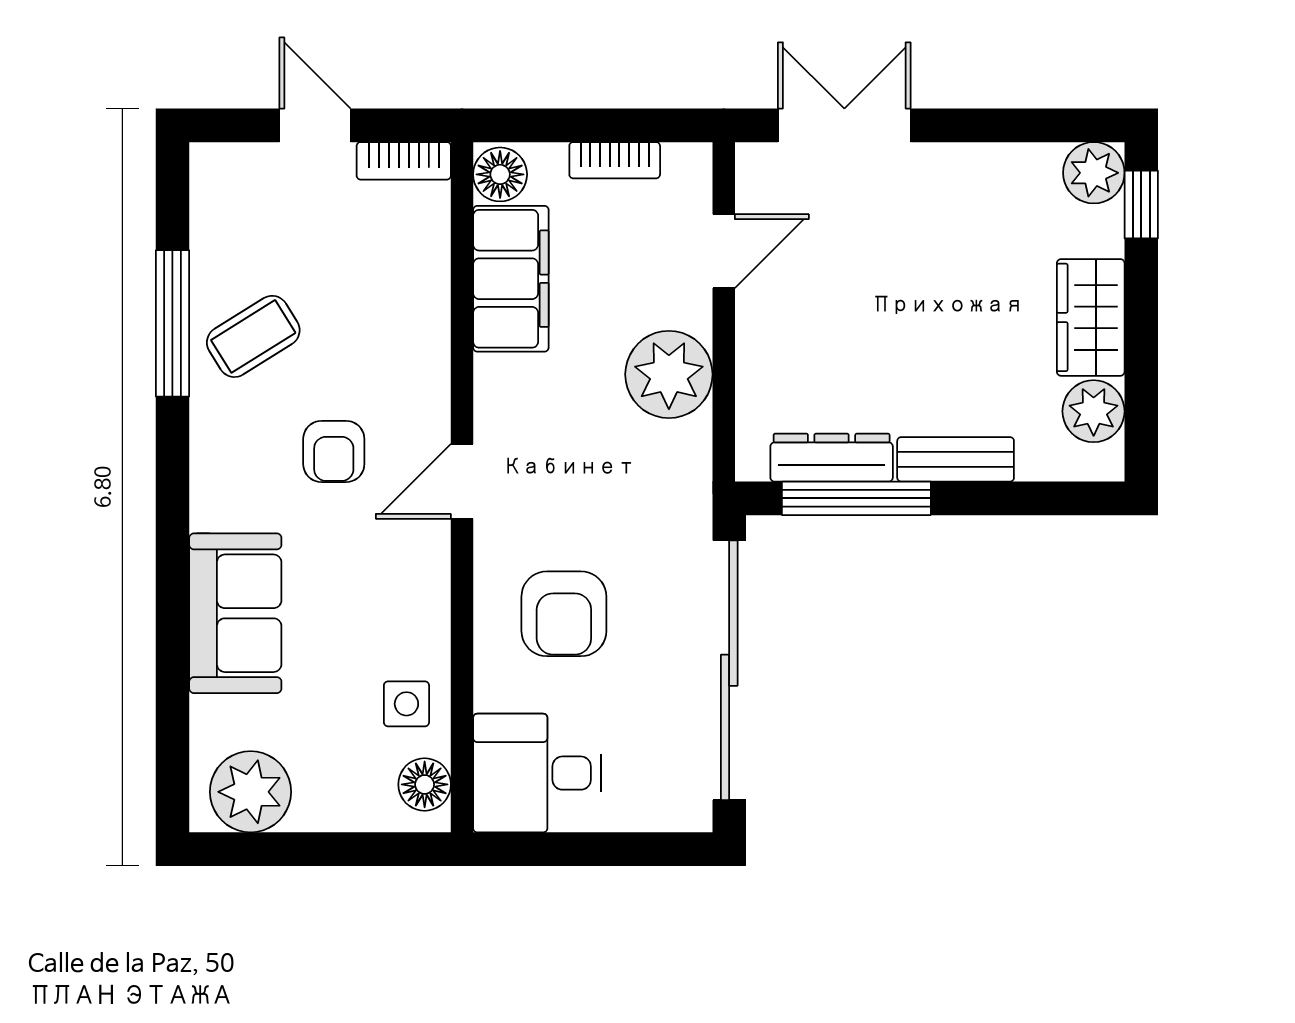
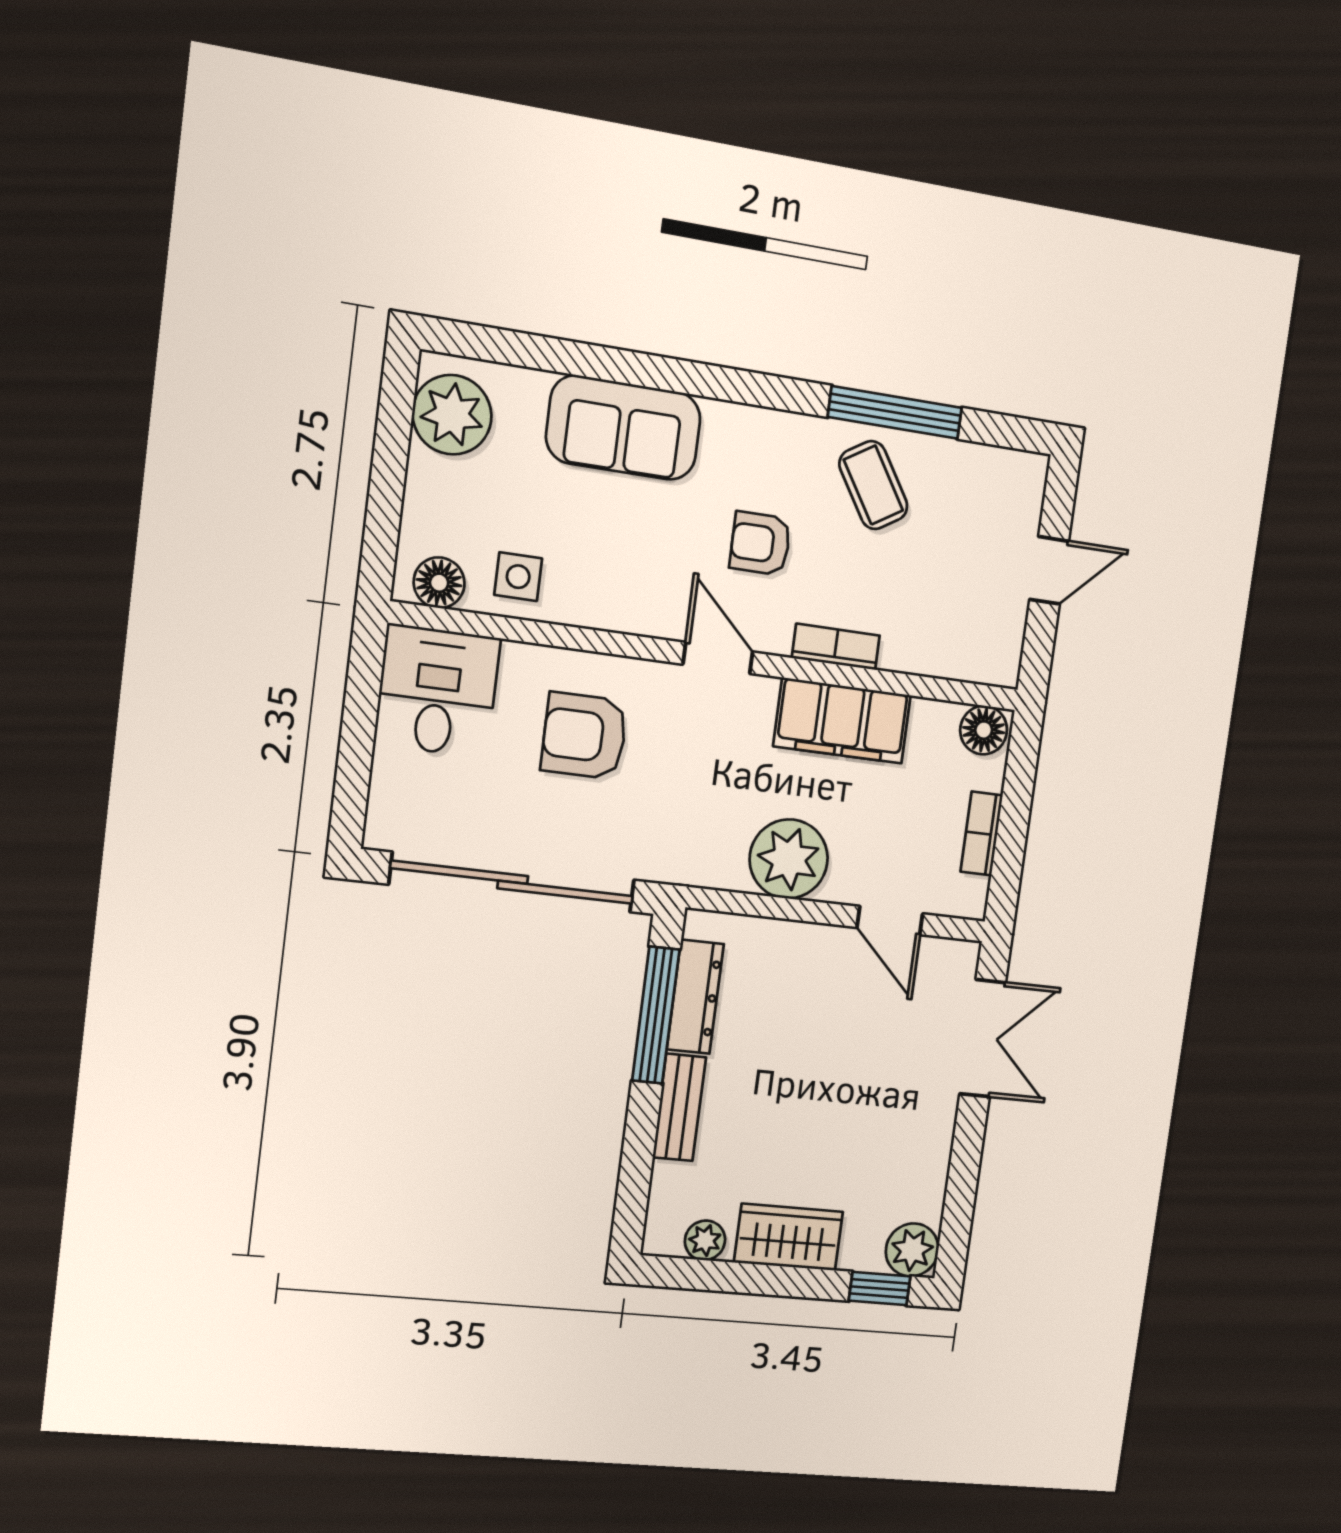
bookcase: (404, 161) -> (836, 647), moved, turned 90
filing cabinet: (511, 279) -> (842, 721), moved
plant: (1094, 411) -> (705, 1240), width x0.73, depth x0.73

